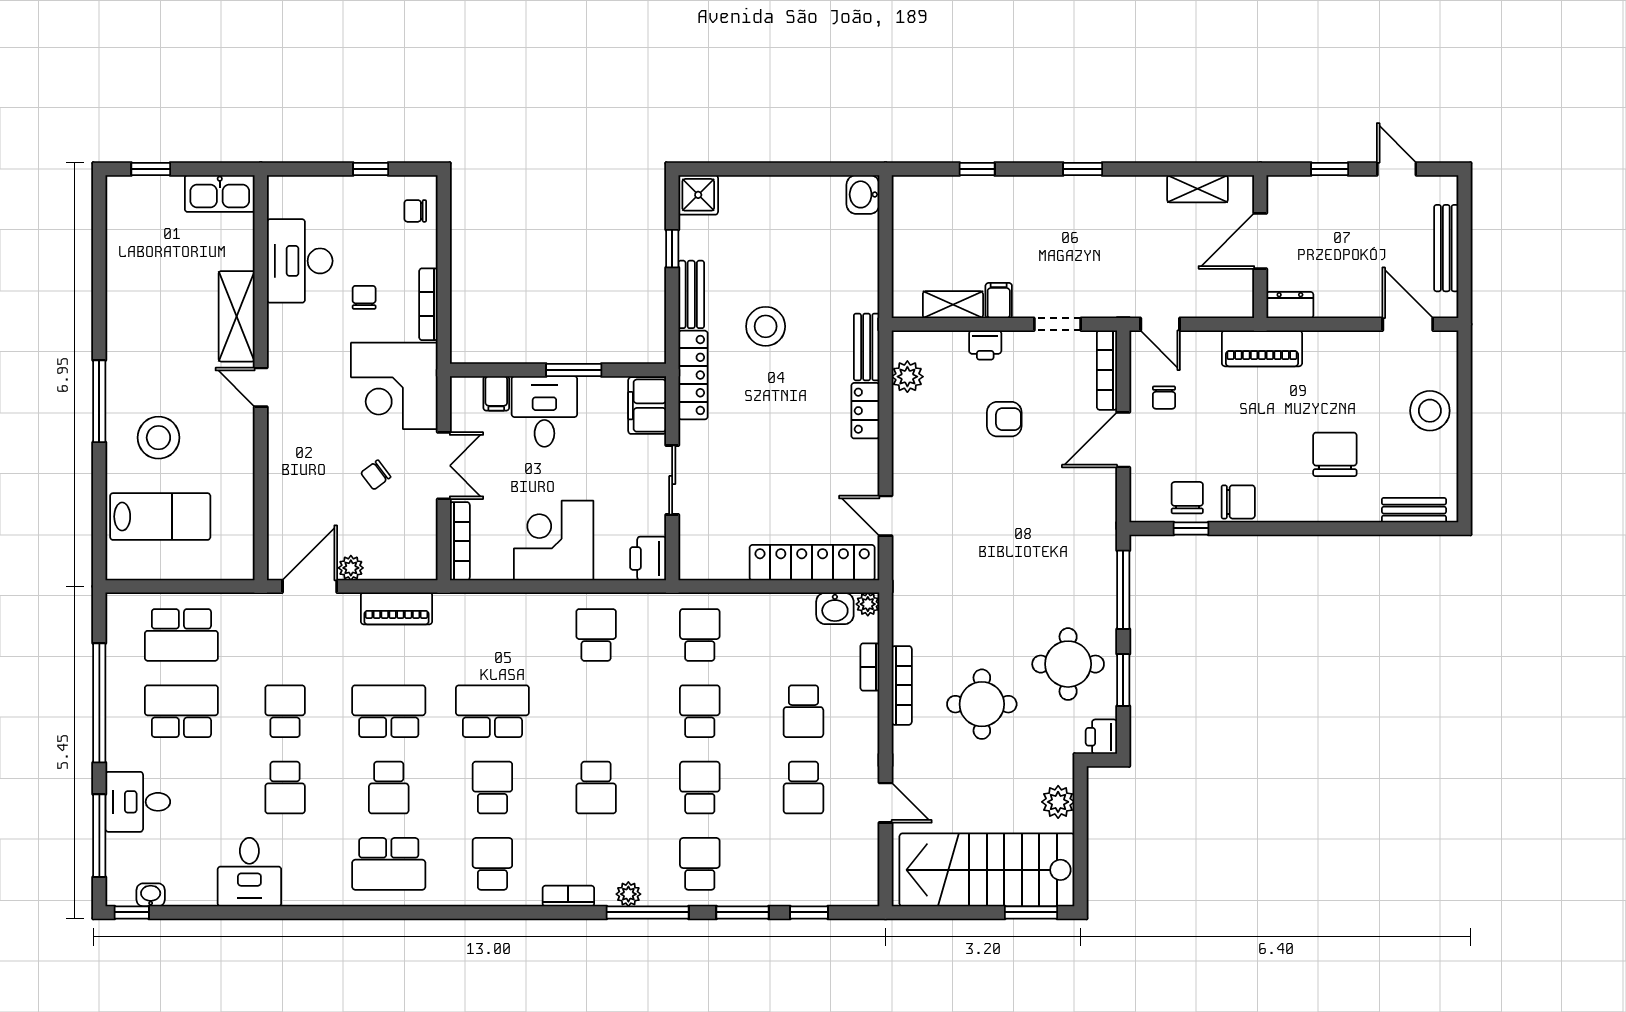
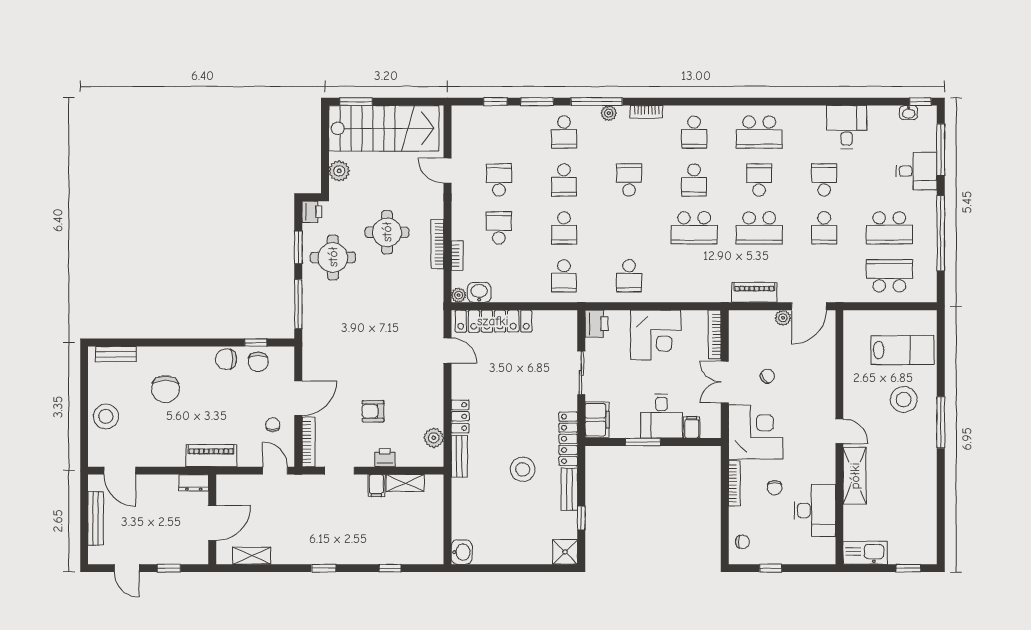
lab bench: (160, 517) -> (903, 350), turned 180
school desk: (389, 864) -> (759, 132), turned 180

